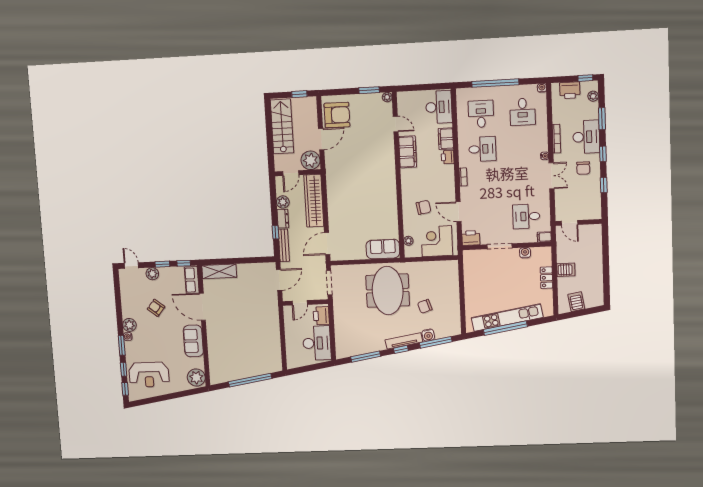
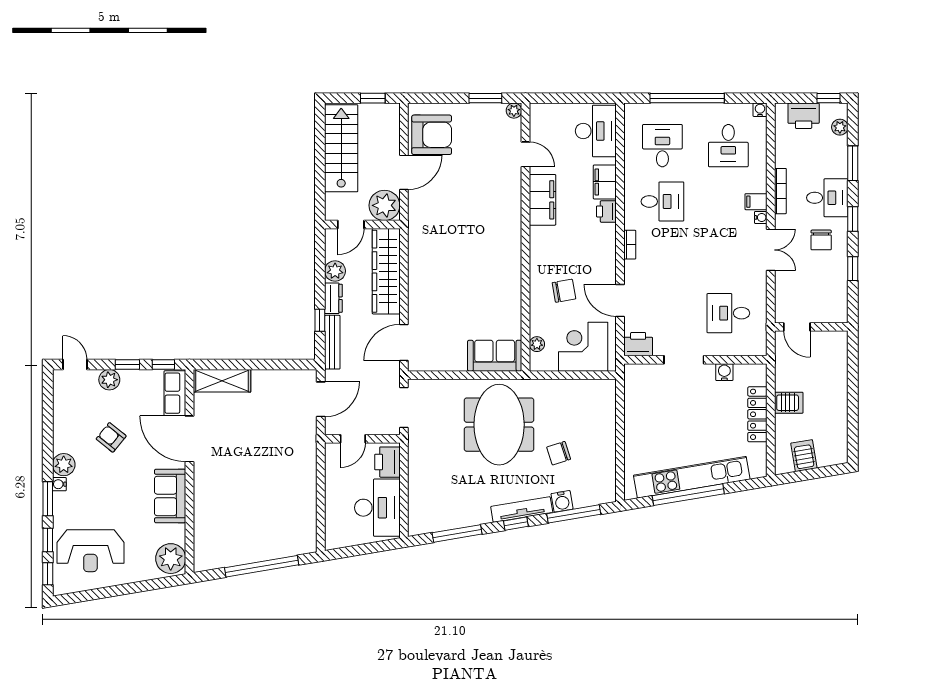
desk: (586, 137) -> (827, 198), width x0.73
filing cabinet: (544, 237) -> (756, 202), moved
locker: (546, 278) -> (757, 414), width x1.53

